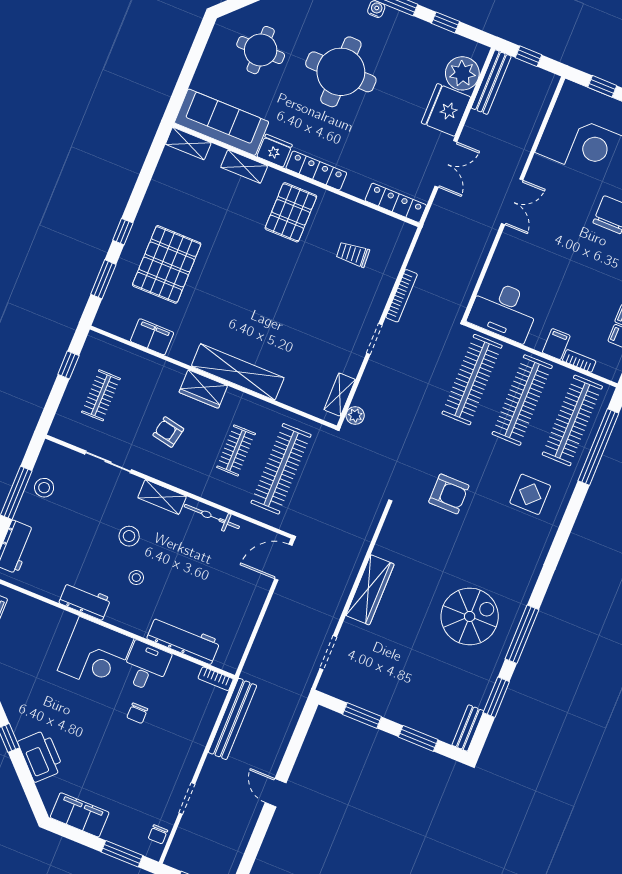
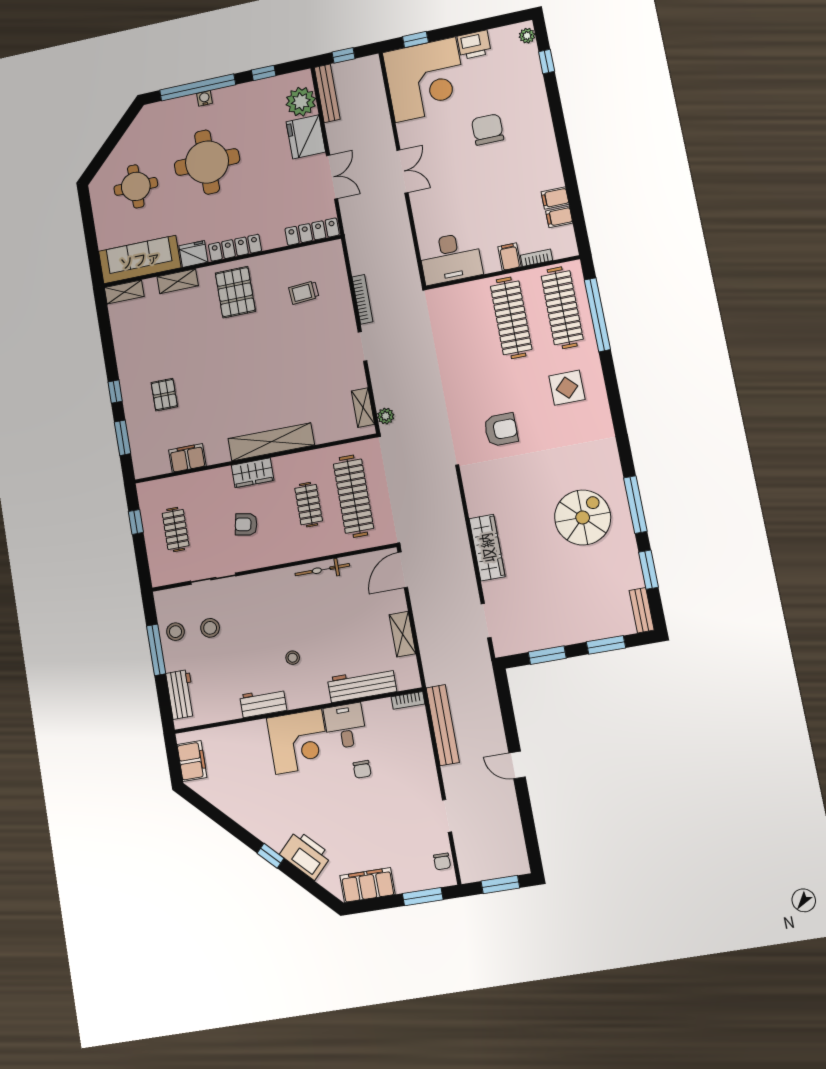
pallet: (167, 264) -> (164, 395), width x0.49, depth x0.50
clothes rail: (472, 380) -> (461, 328), removed
shelving: (162, 497) -> (402, 634), moved, turned 90
stool: (129, 536) -> (210, 628), moved

